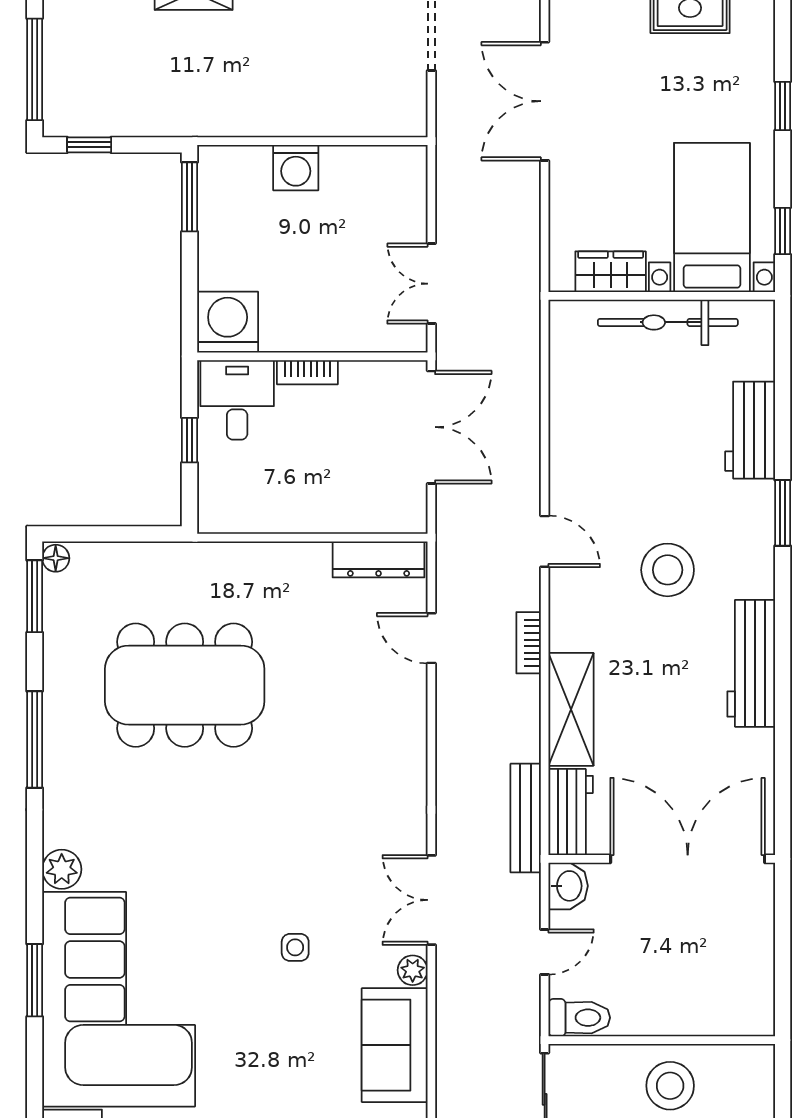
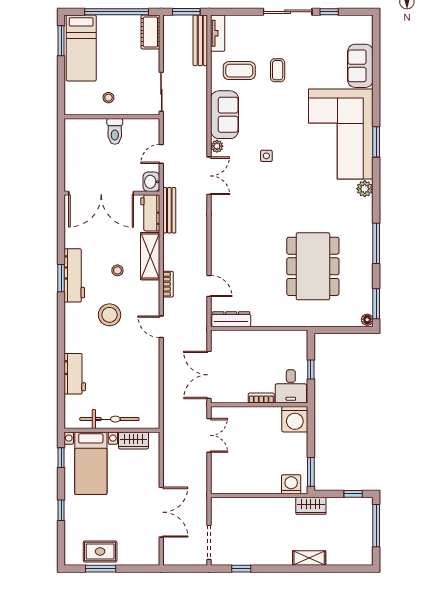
wardrobe: (189, 117) -> (311, 506), added
washing machine: (296, 168) -> (291, 484), moved
window: (783, 513) -> (61, 278), moved
stool: (649, 675) -> (117, 270), added
dining table: (185, 685) -> (313, 266), turned 90
toilet: (579, 1018) -> (115, 131), moved, turned -90
stool: (670, 1086) -> (108, 98), width x0.53, depth x0.53

